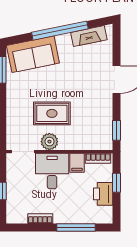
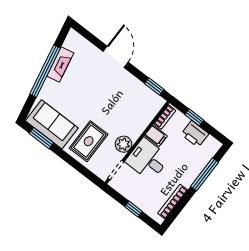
fireplace: (89, 36) -> (60, 65), moved
sofa: (33, 54) -> (52, 124), moved, turned -78
rug: (52, 113) -> (89, 141), moved
bookcase: (40, 219) -> (173, 202), width x1.56

